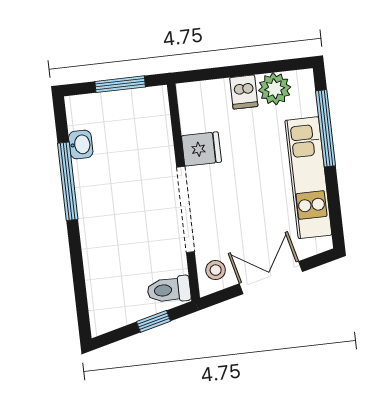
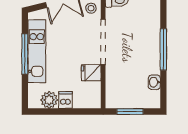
window: (325, 128) -> (25, 54), moved
window: (68, 181) -> (163, 49), moved

